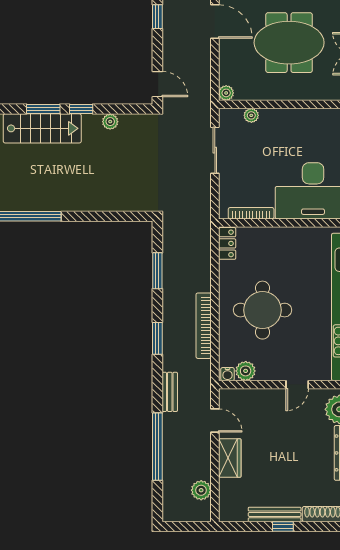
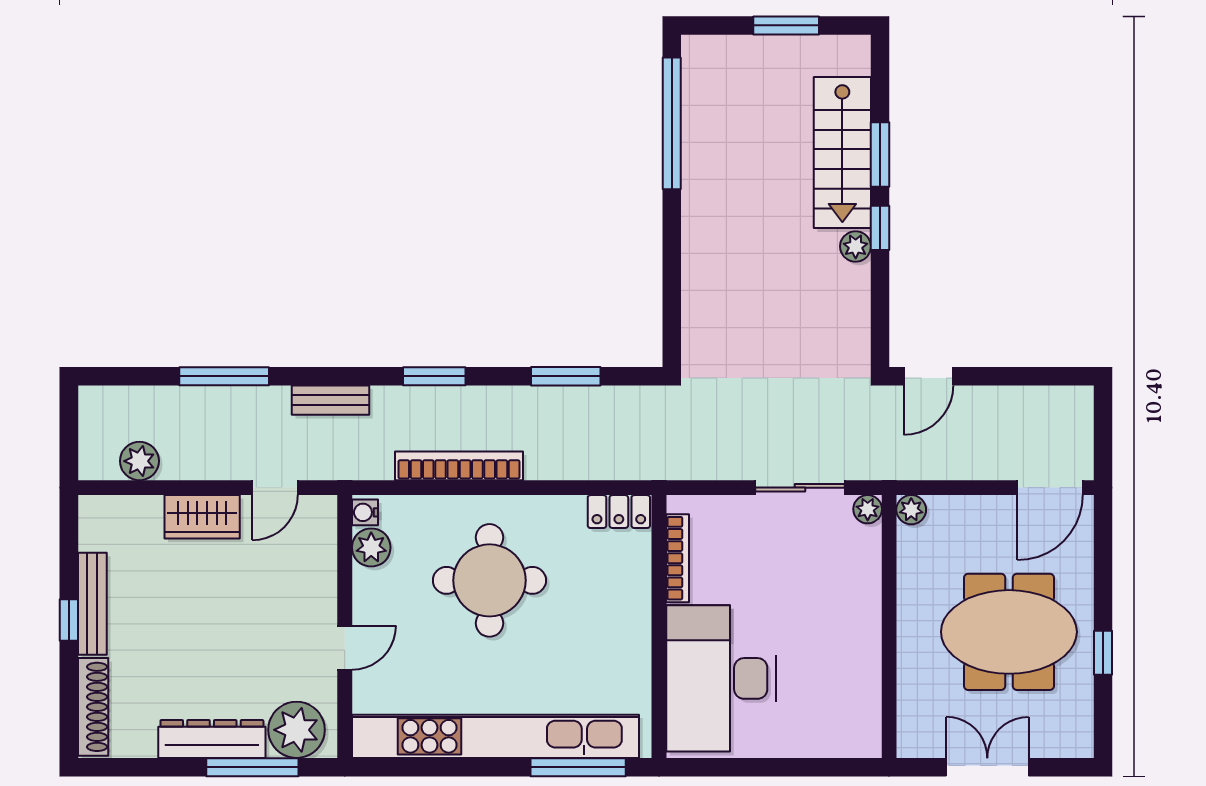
window: (157, 17) -> (1059, 376), removed
meeting table: (289, 43) -> (1009, 632), turned 90
plant: (251, 115) -> (868, 509), moved
plant: (110, 122) -> (856, 246), moved
door: (297, 385) -> (345, 648), swing flipped
window: (157, 447) -> (224, 376), width x0.68

